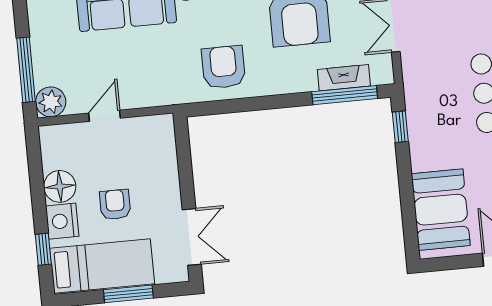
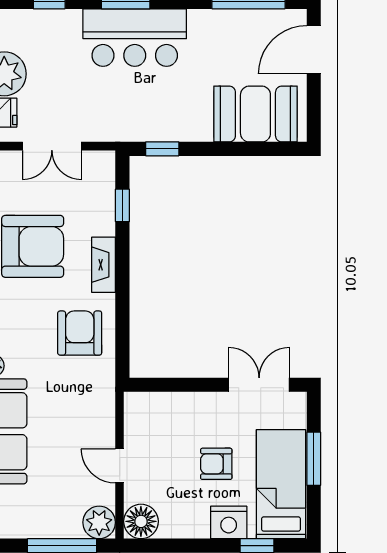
armchair: (223, 67) -> (80, 333), turned 90
fireplace: (344, 78) -> (104, 265), moved
window: (345, 95) -> (122, 205), width x0.46
floor lamp: (60, 186) -> (141, 521), moved

